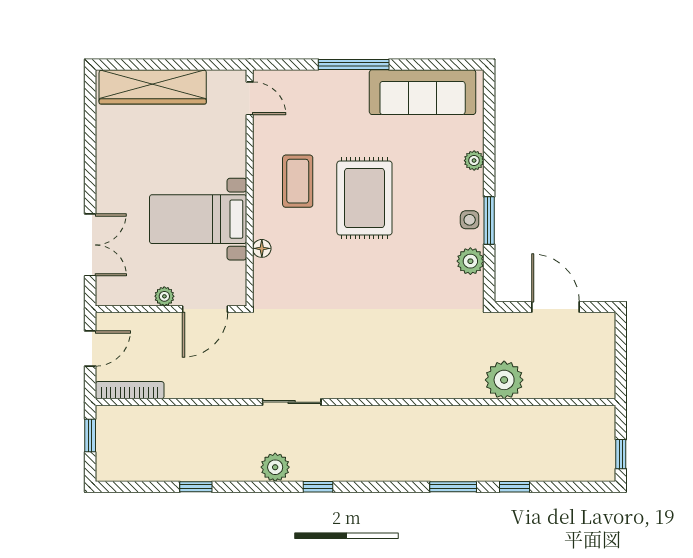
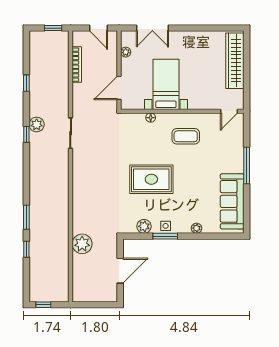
rug: (364, 198) -> (151, 179), moved
plant: (164, 296) -> (126, 52), moved
door: (205, 309) -> (119, 88), hinge flipped
bookcase: (130, 390) -> (77, 65), moved
window: (318, 487) -> (26, 134), moved

